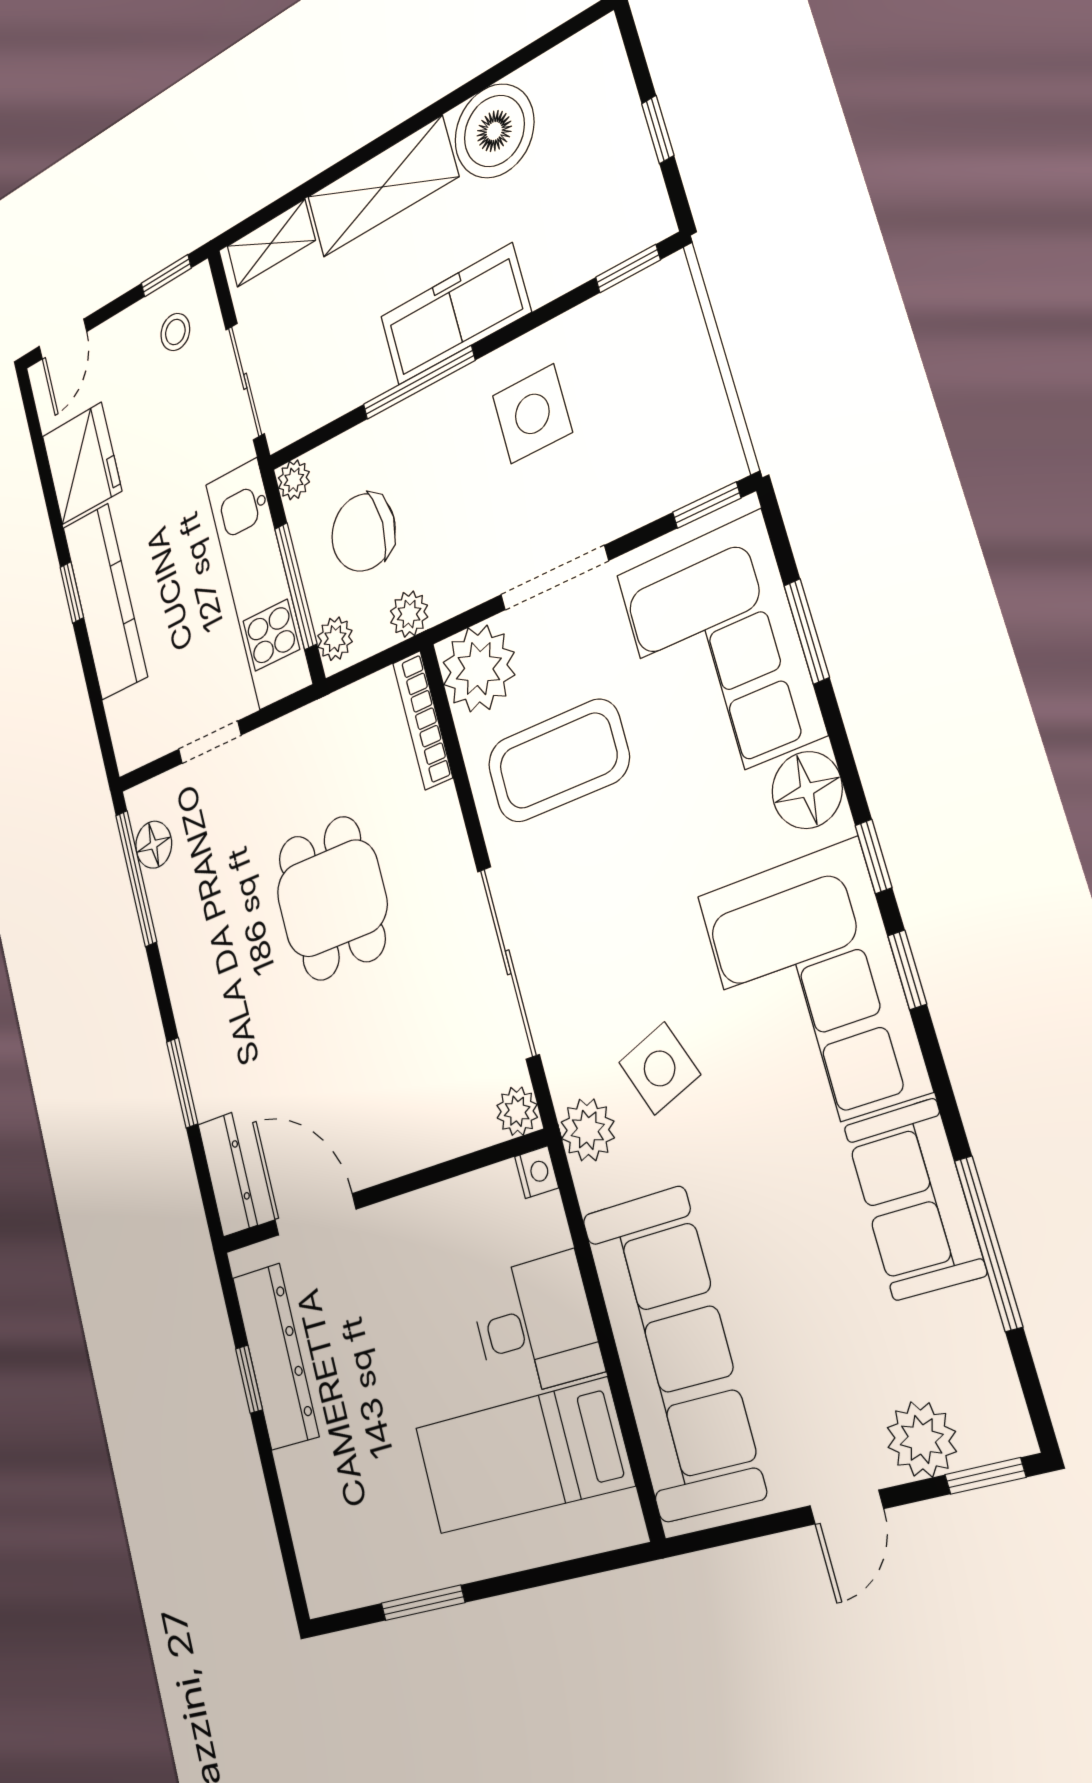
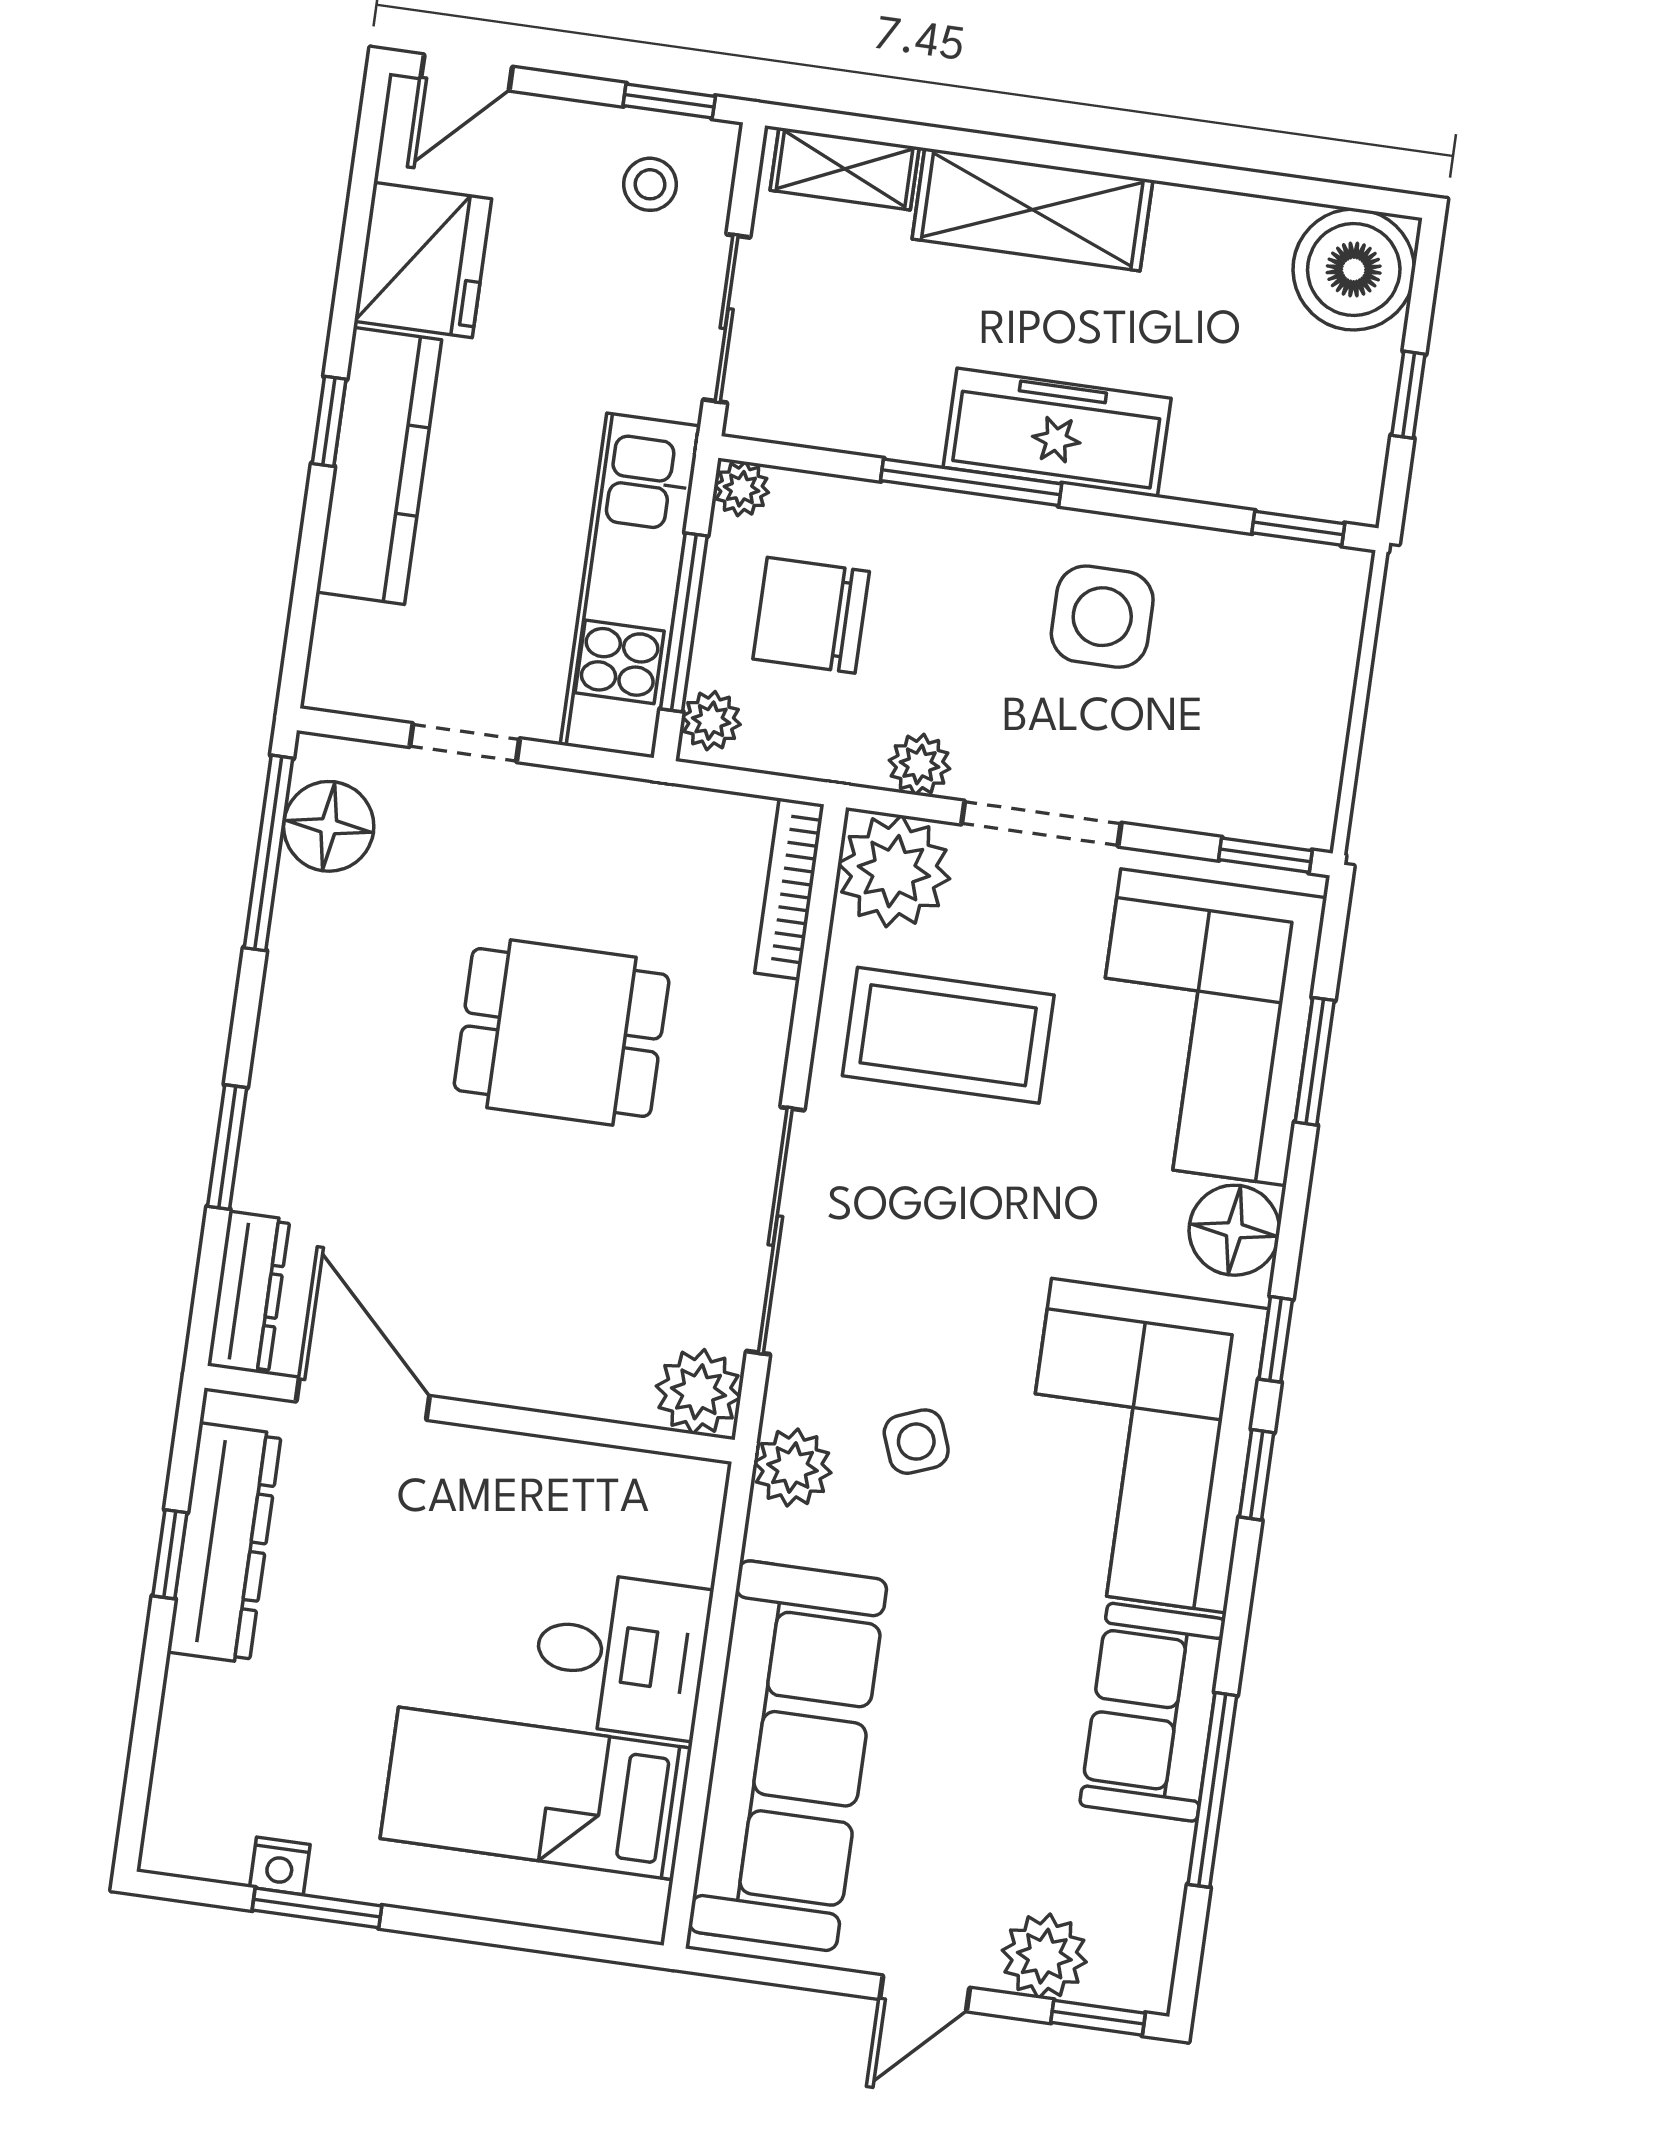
boiler: (494, 131) -> (1354, 269), moved
plant: (409, 614) -> (919, 765), moved
floor lamp: (154, 845) -> (329, 826), width x1.38, depth x1.38
dining table: (332, 898) -> (562, 1033), turned 90
side table: (660, 1068) -> (916, 1442), width x0.73, depth x0.73
plant: (517, 1111) -> (698, 1392), width x1.38, depth x1.38
nightstand: (537, 1172) -> (280, 1866), moved, turned 90

